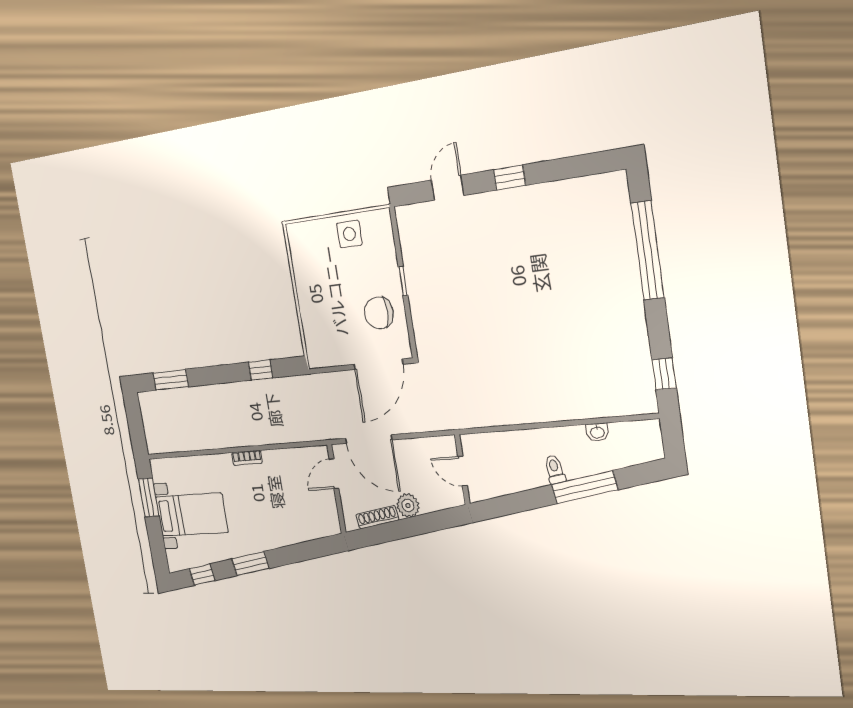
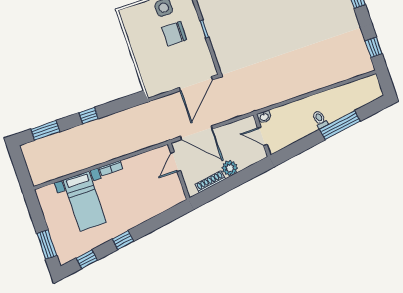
chair: (379, 313) -> (174, 34), moved
window: (261, 370) -> (89, 116), moved
washbasin: (597, 432) -> (264, 117), moved
window: (149, 497) -> (47, 244), moved
bed with nightstands: (192, 515) -> (85, 201), moved, turned 90
window: (250, 564) -> (123, 240), width x0.67

